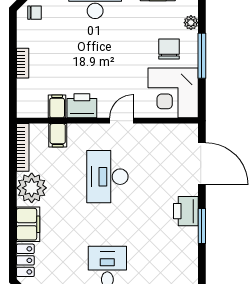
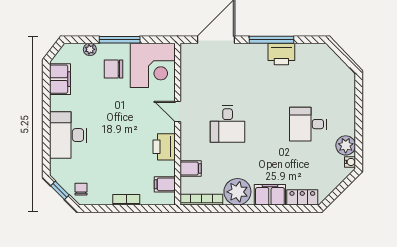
filing cabinet: (57, 106) -> (165, 184), moved
desk: (107, 177) -> (228, 124), width x0.73
printer: (186, 211) -> (281, 54), moved
window: (202, 226) -> (272, 40), width x1.44

